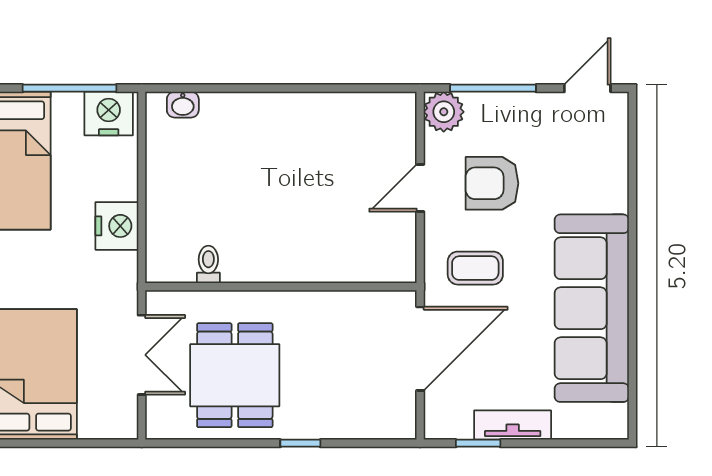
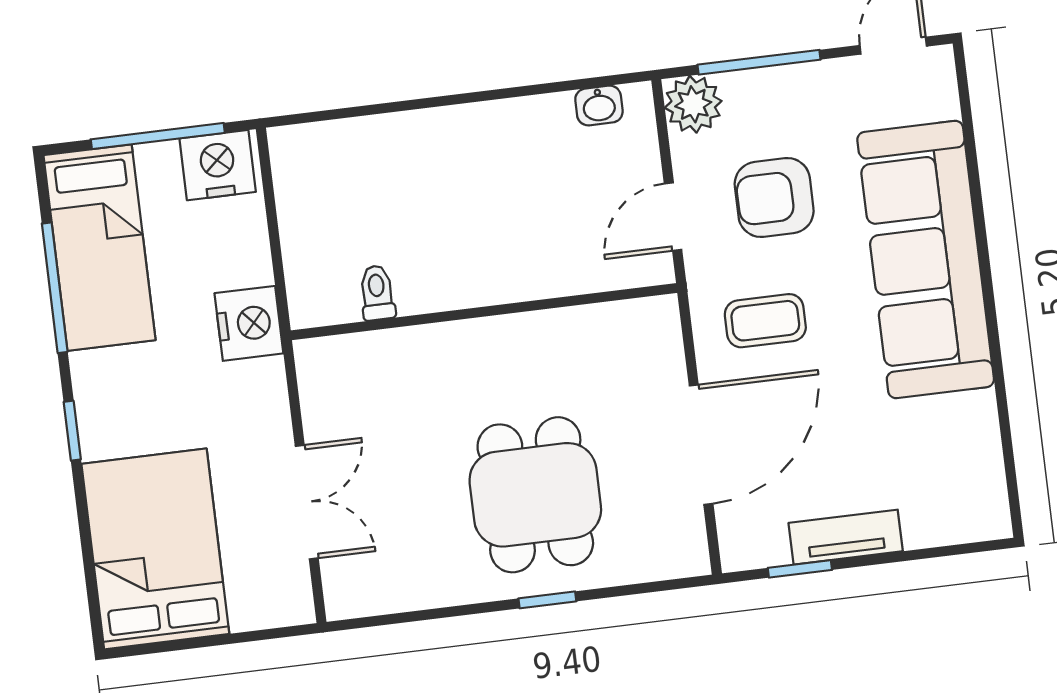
washbasin: (183, 105) -> (599, 106), moved
toilet: (208, 264) -> (377, 293), moved
wall: (281, 287) -> (484, 312), moved
sofa: (592, 308) -> (926, 259), moved
dining table: (235, 375) -> (535, 495), moved

